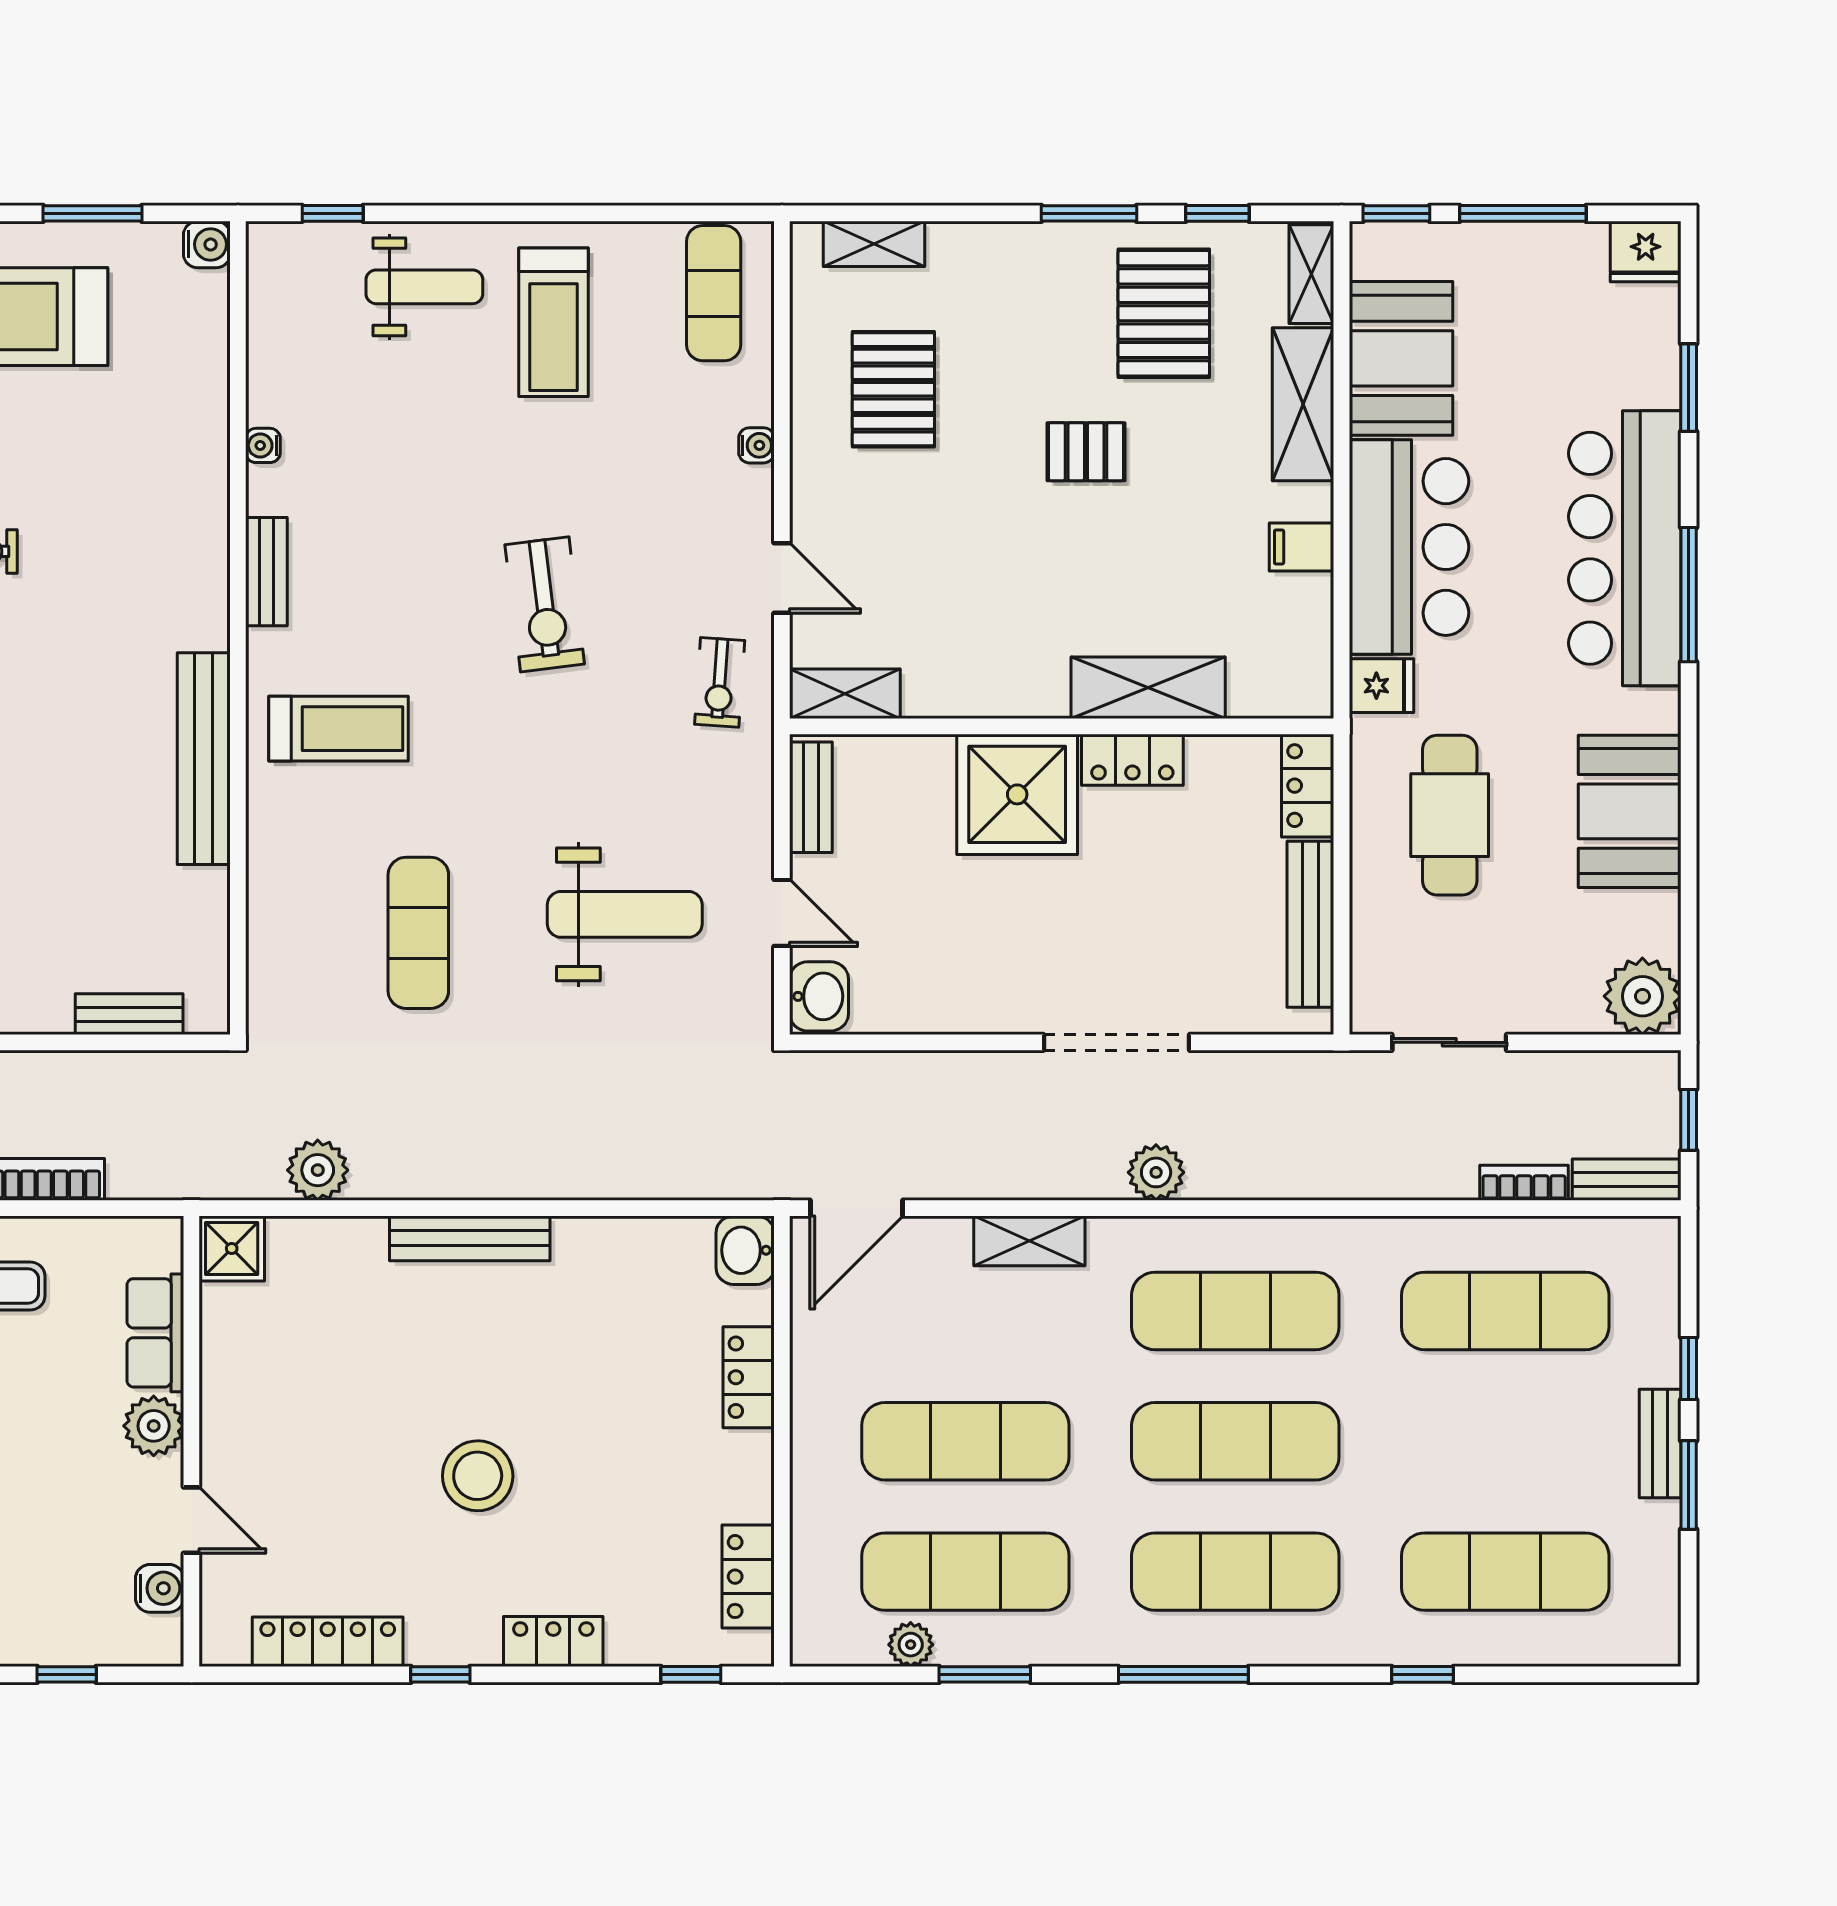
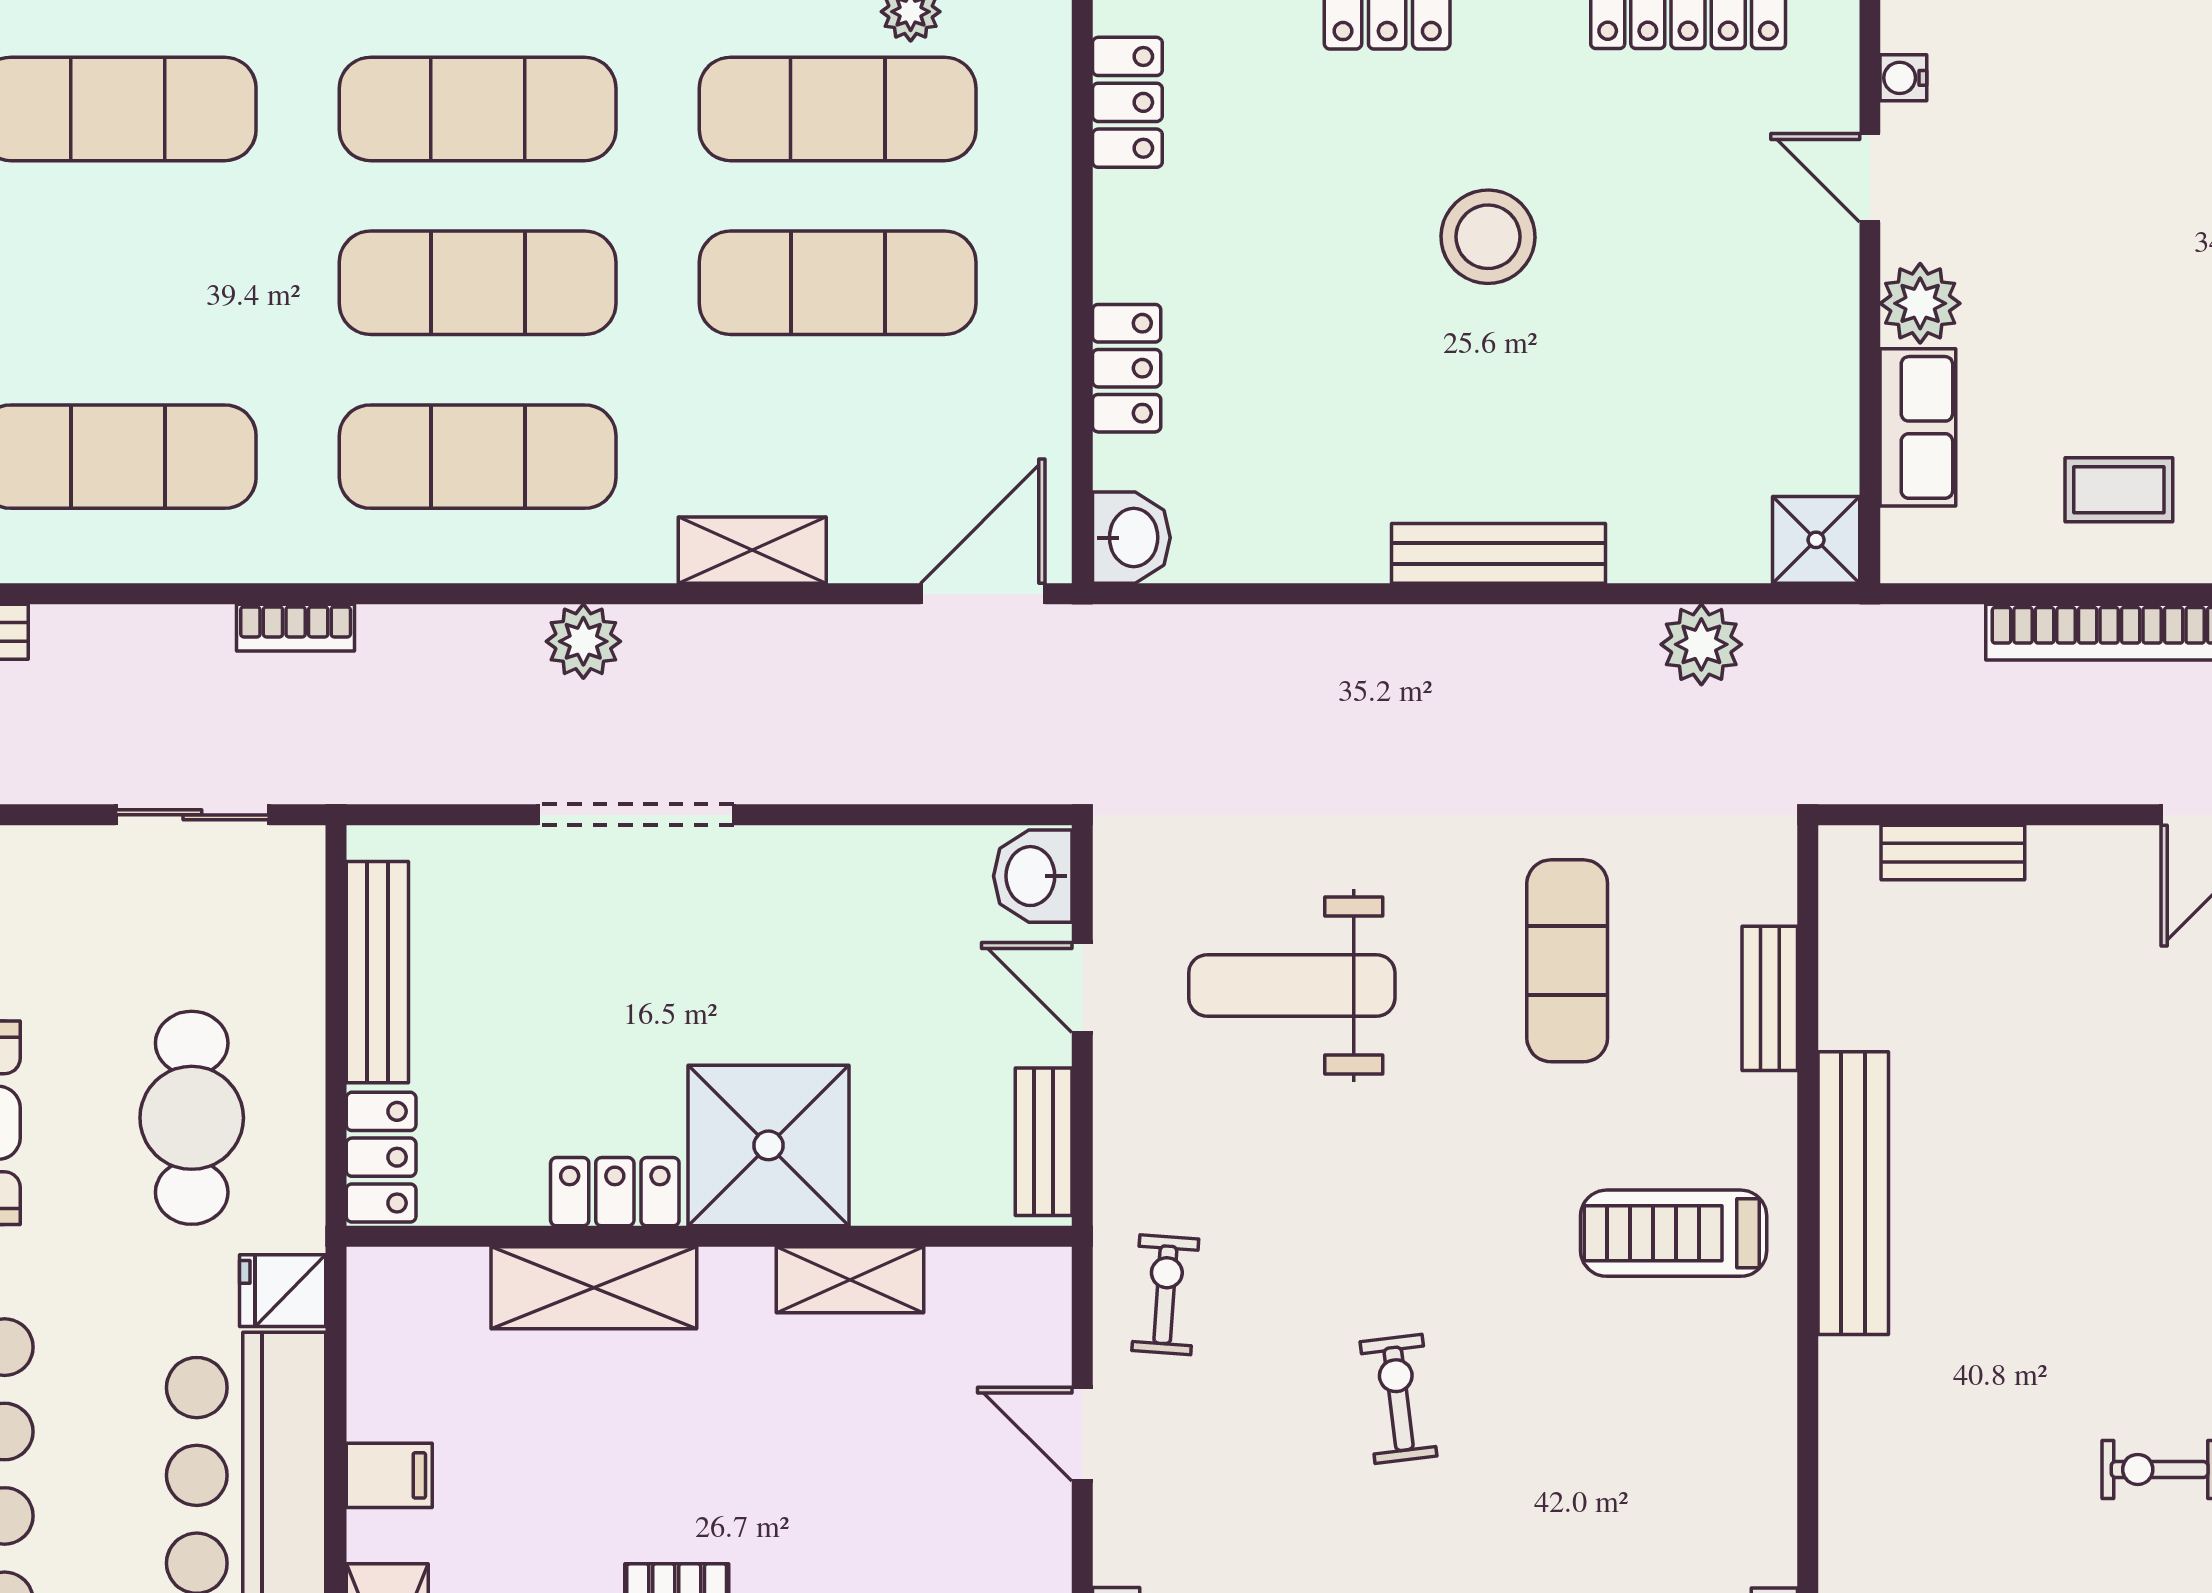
bench: (266, 572) -> (1770, 998), moved
exercise bike: (545, 604) -> (1399, 1399), width x0.73, depth x0.72
shelving: (845, 694) -> (850, 1280), moved
bookcase: (1524, 1183) -> (296, 628), moved
water cooler: (160, 1588) -> (1903, 78), width x0.72, depth x0.72

